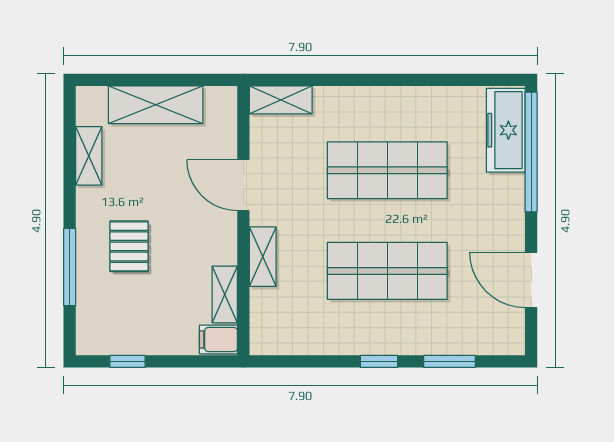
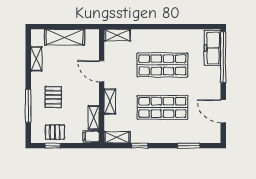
pallet: (133, 329) -> (55, 132), added
shelving: (280, 342) -> (117, 137), added
window: (379, 361) -> (140, 146), moved

